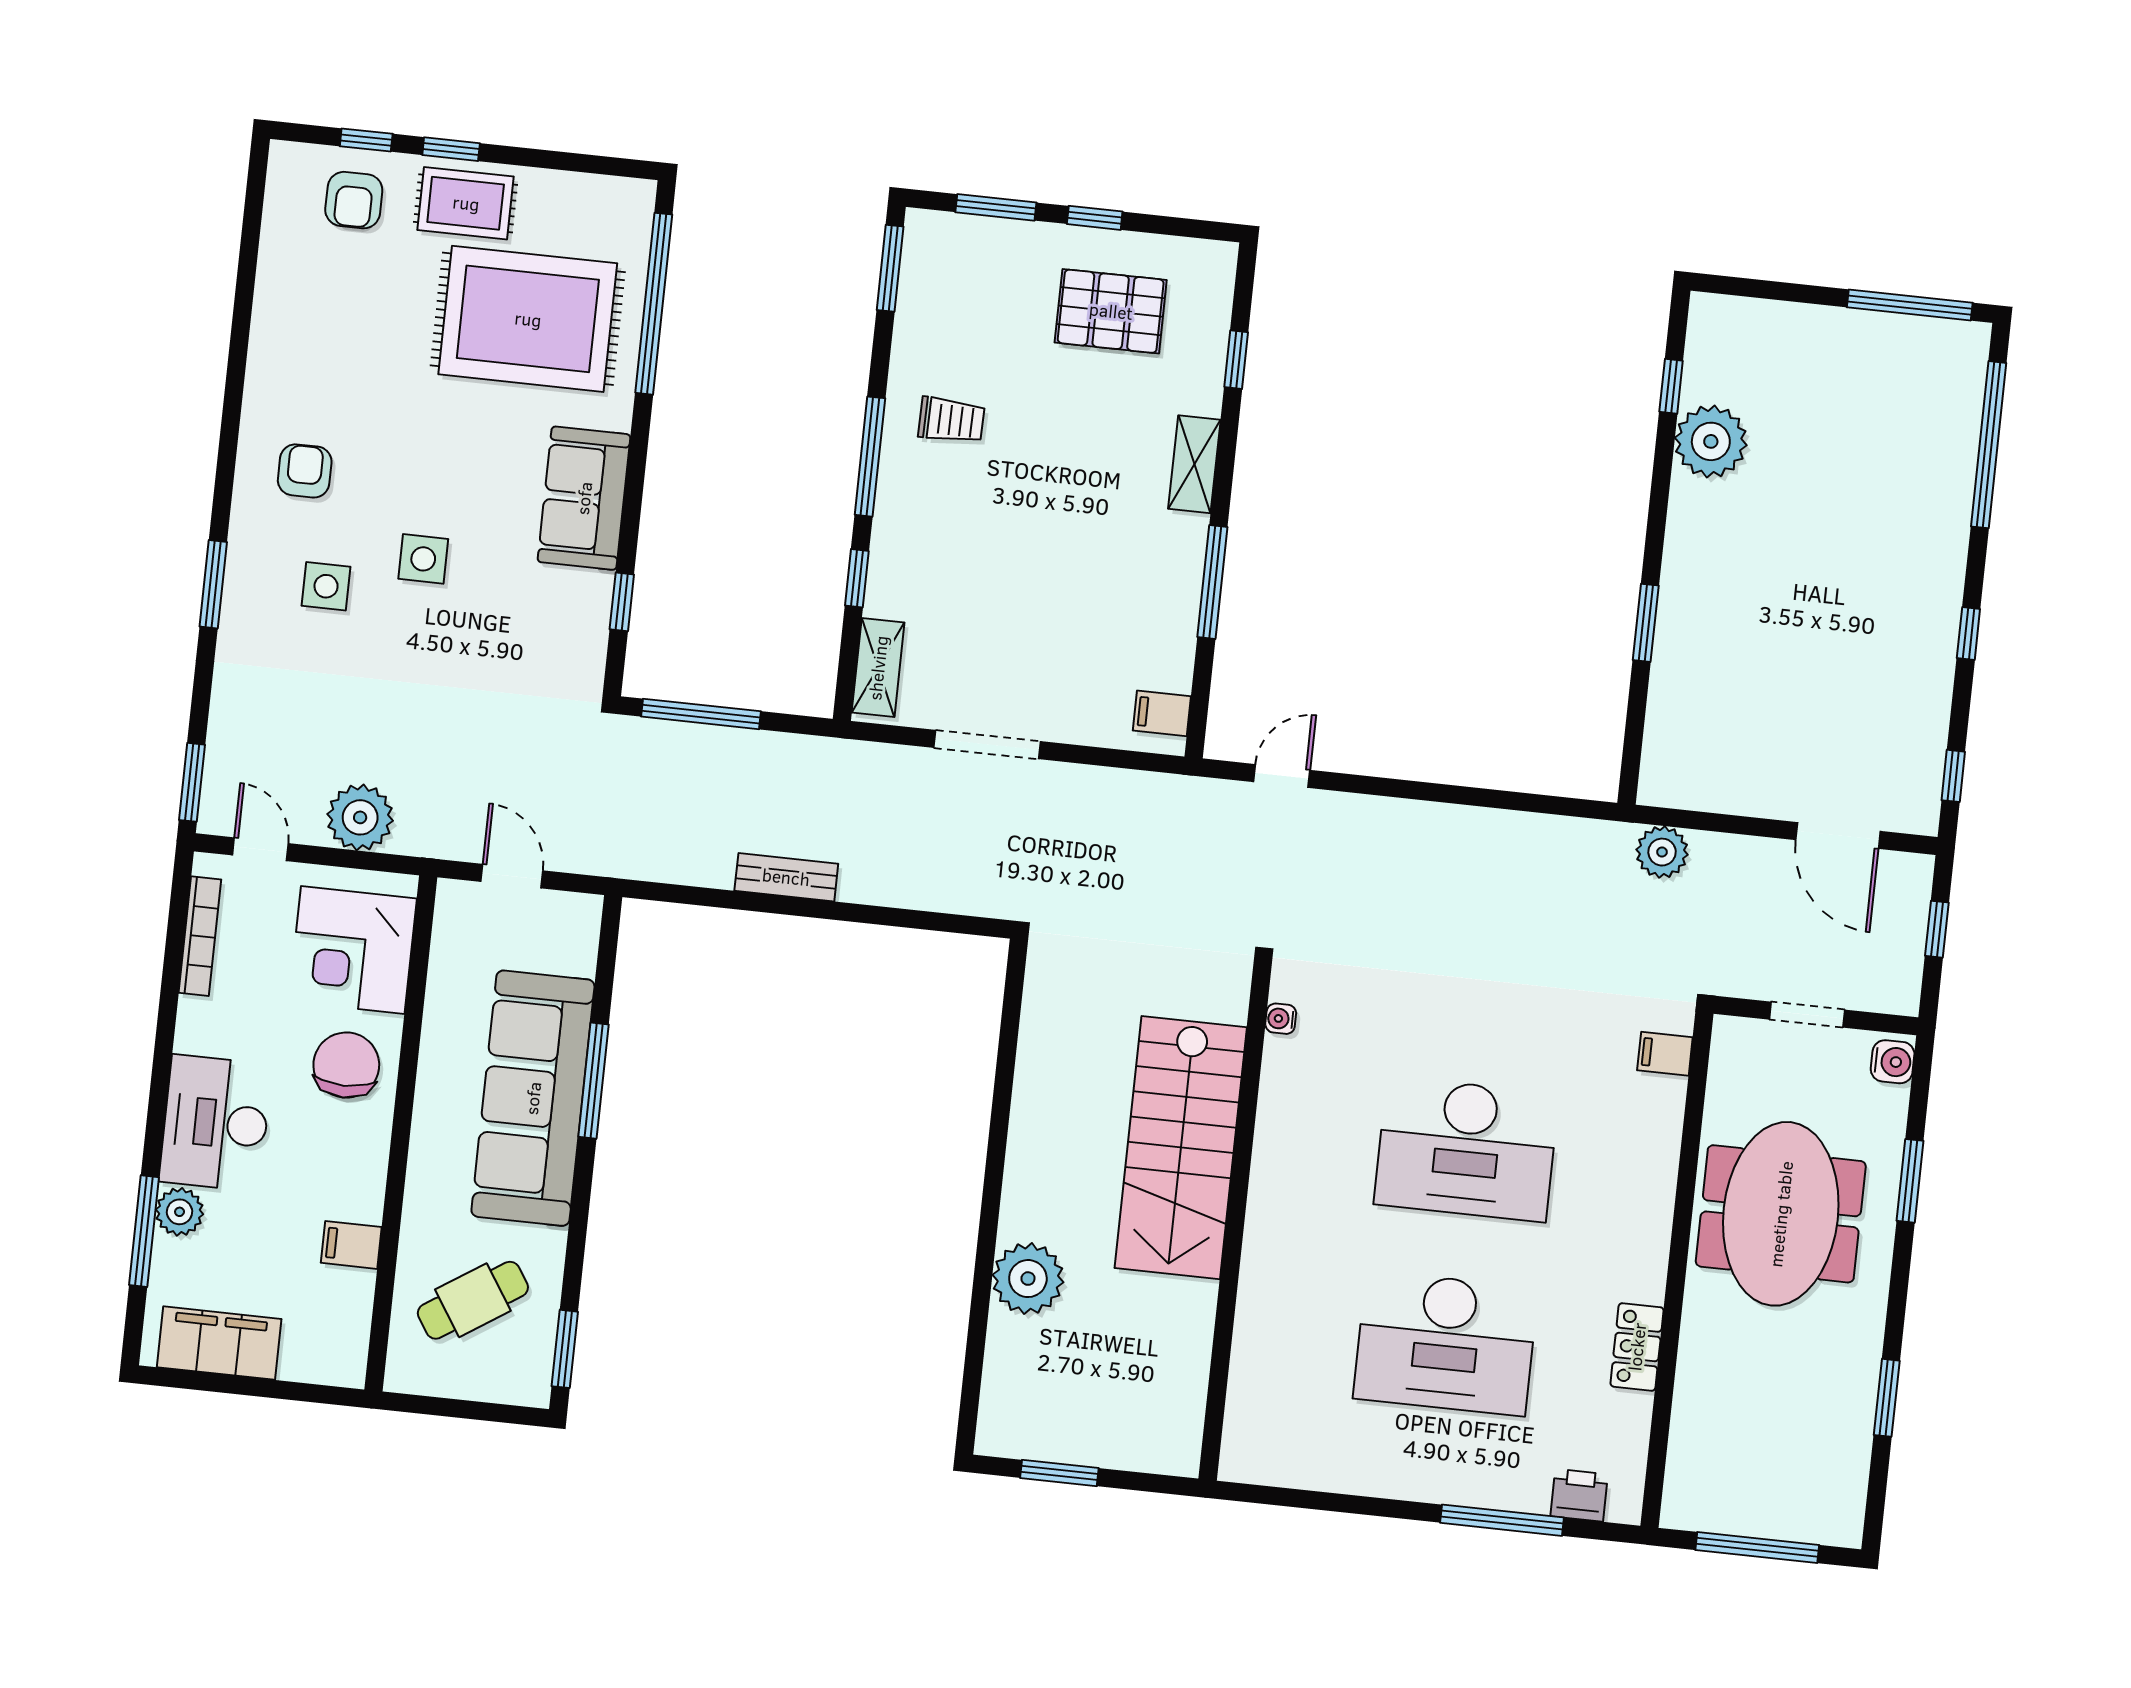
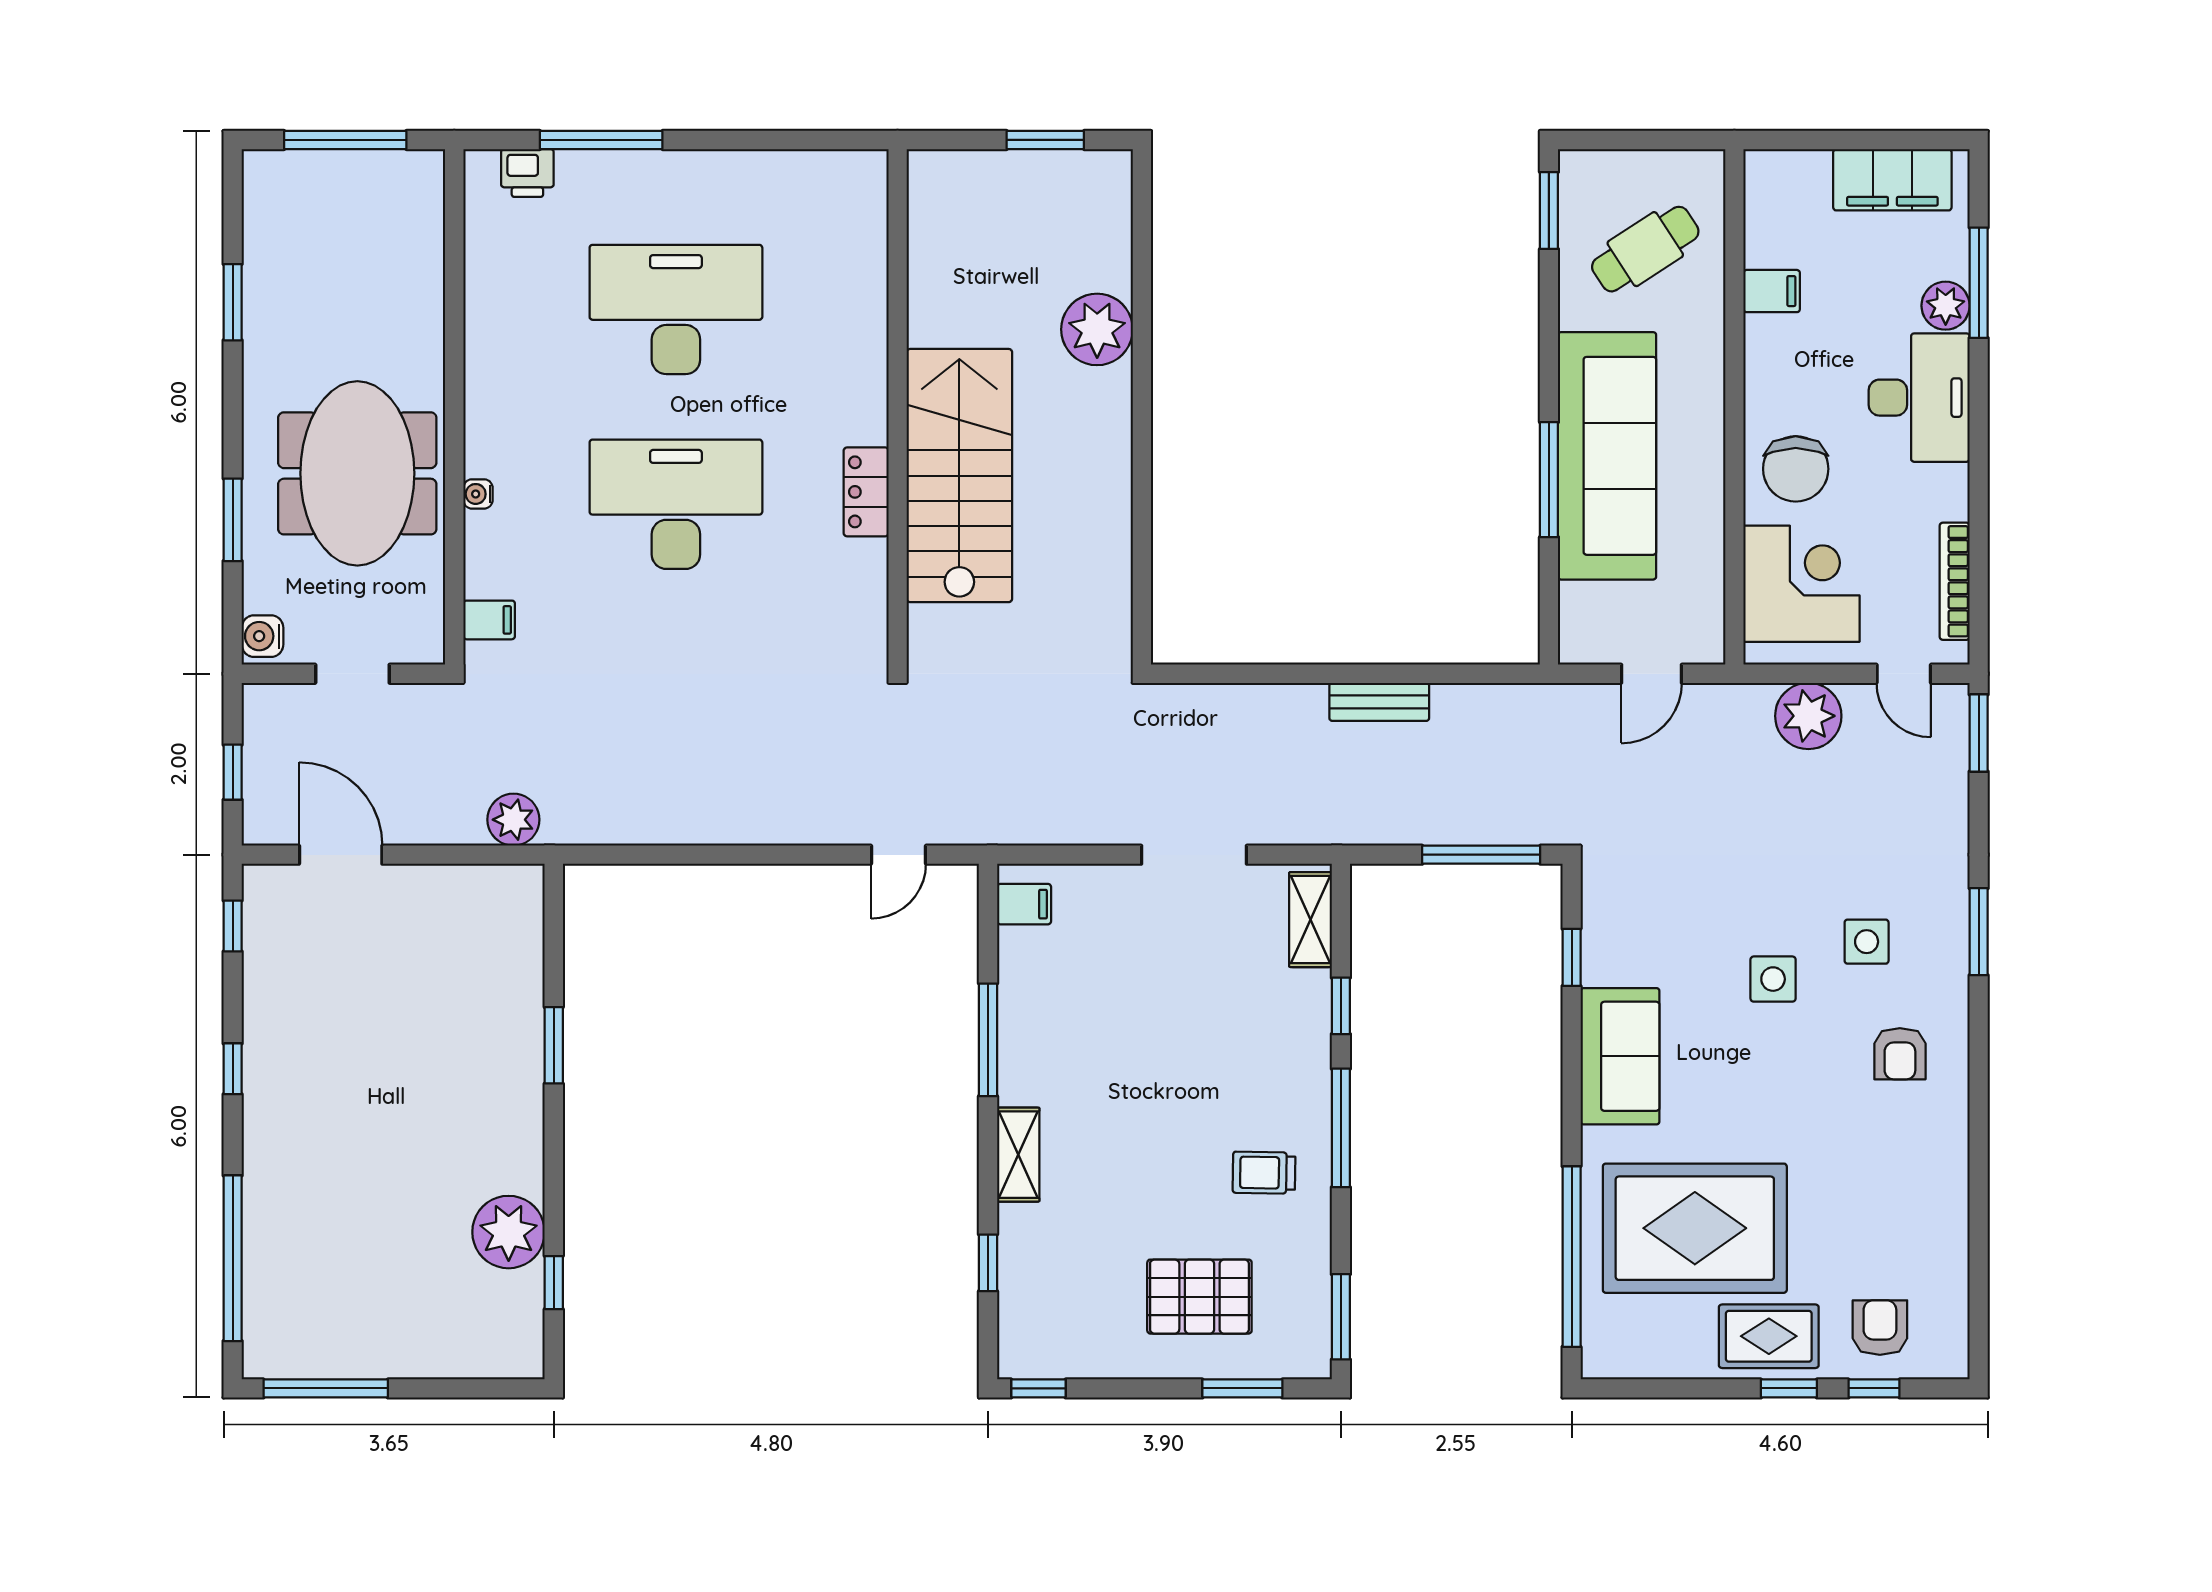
window: (1095, 218) -> (1038, 1388), moved
pallet: (1111, 311) -> (1199, 1297), moved
door: (512, 876) -> (1652, 674), hinge flipped
water cooler: (1281, 1019) -> (478, 494), moved, turned 180
locker: (1637, 1347) -> (866, 492), moved, turned 180

